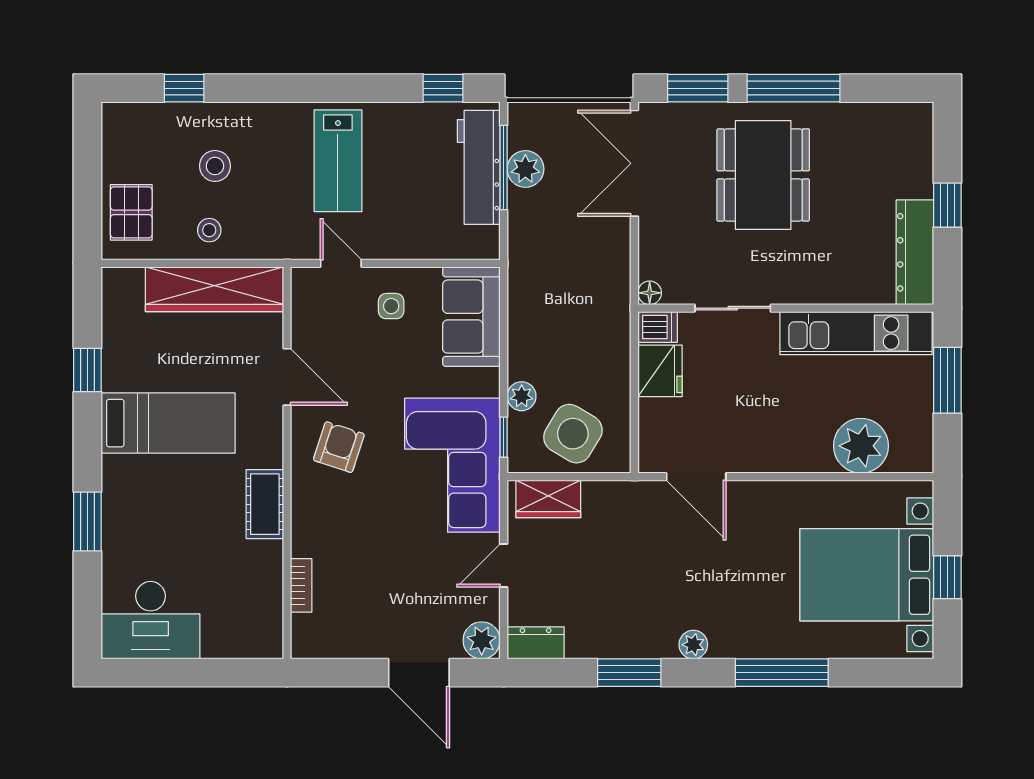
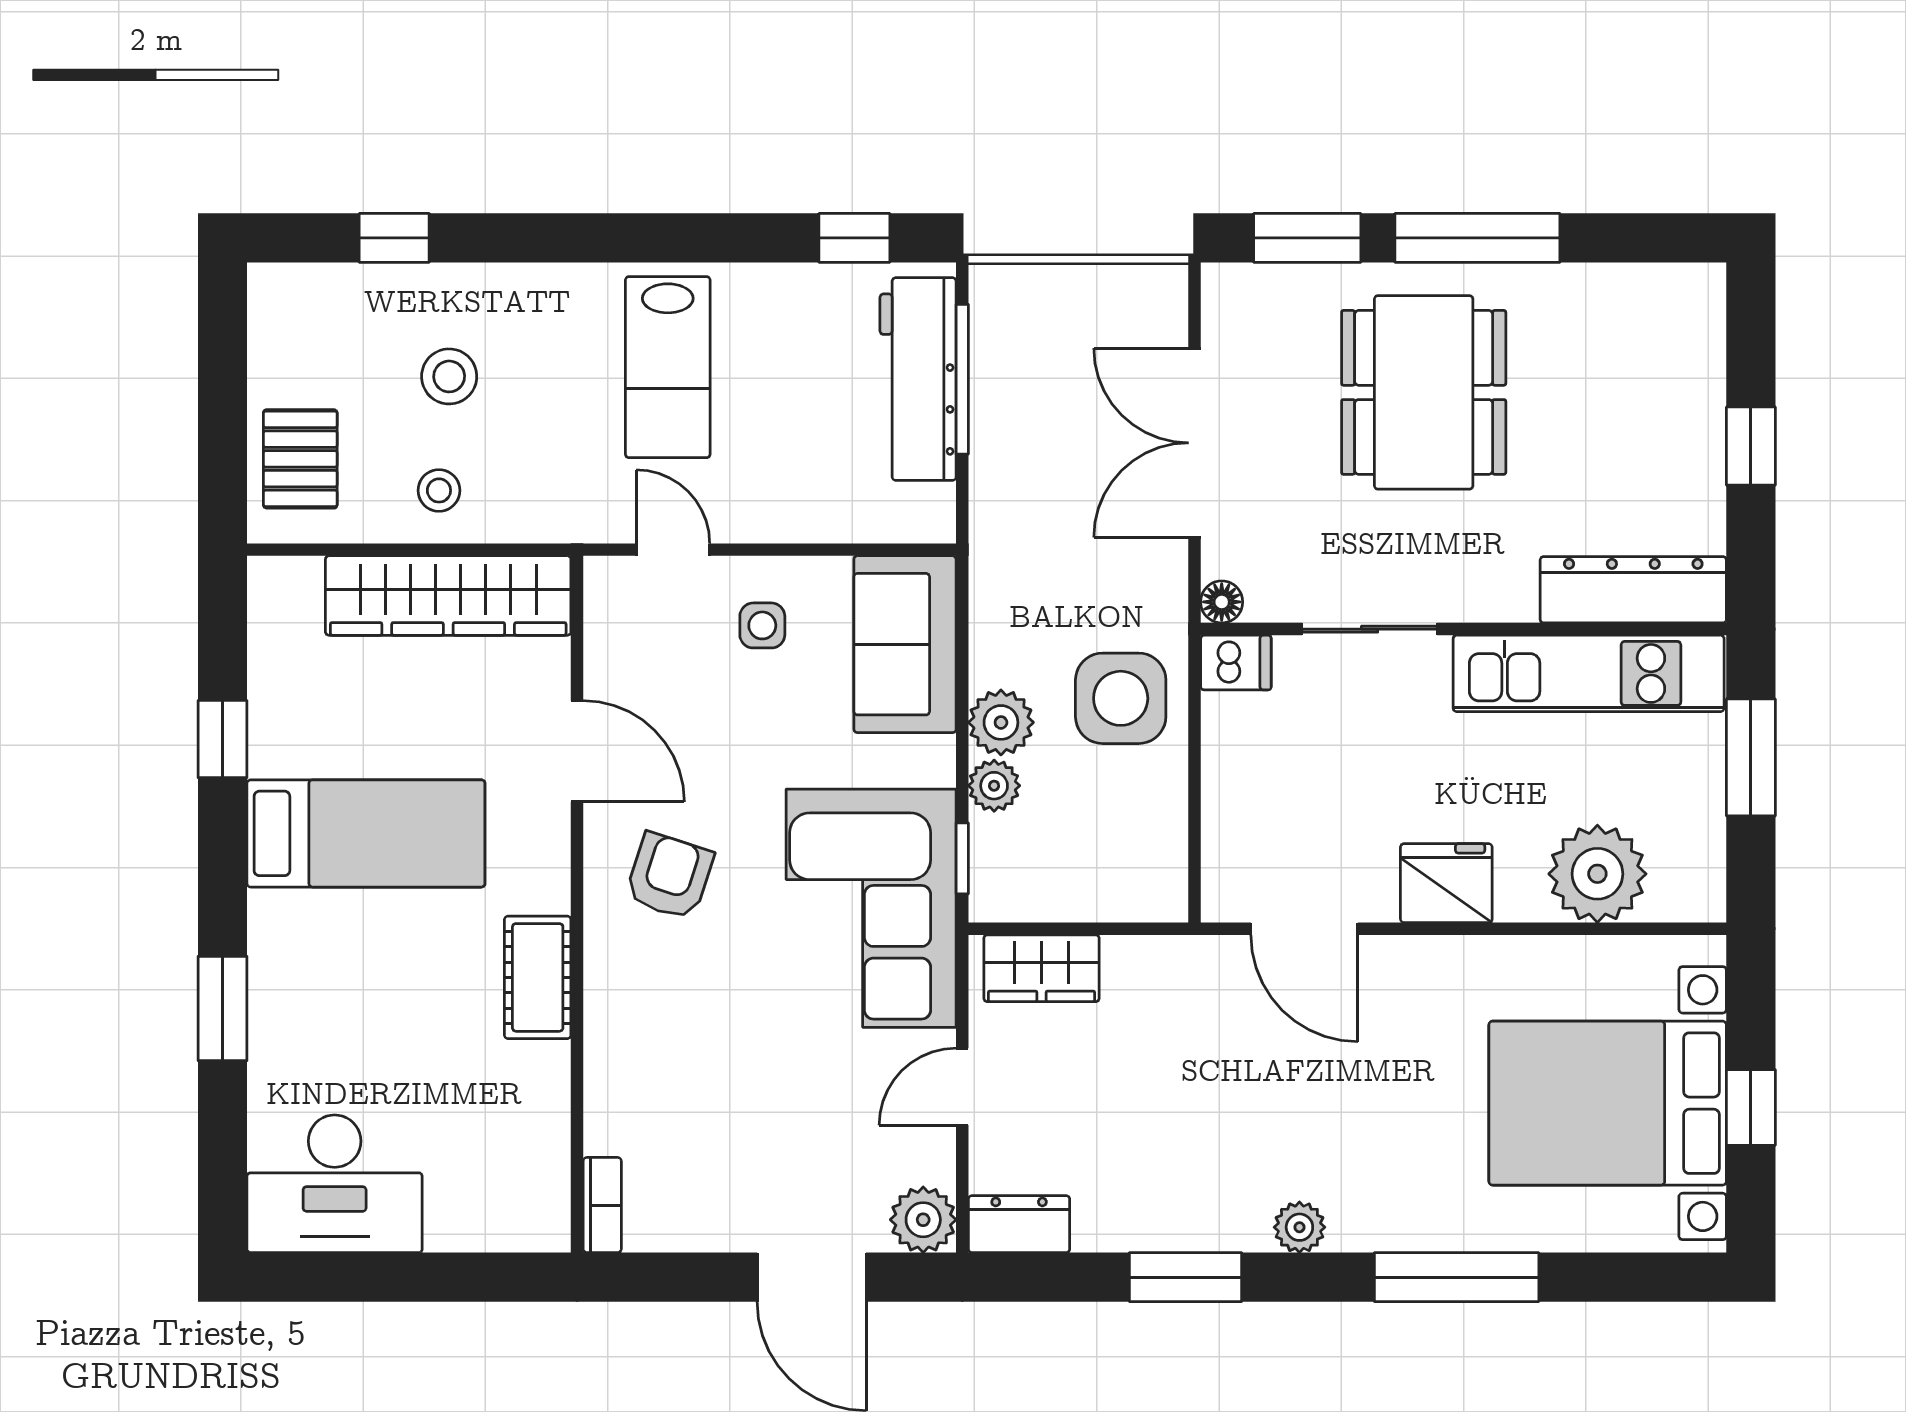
double door: (634, 163) -> (1195, 443), moved
plant: (525, 169) -> (1001, 722), moved
dresser: (915, 252) -> (1633, 590), moved, turned 90
fridge: (660, 371) -> (1446, 883), moved, turned -90
side table: (573, 434) -> (1121, 698), moved, turned -31
bookcase: (301, 585) -> (602, 1205), moved

